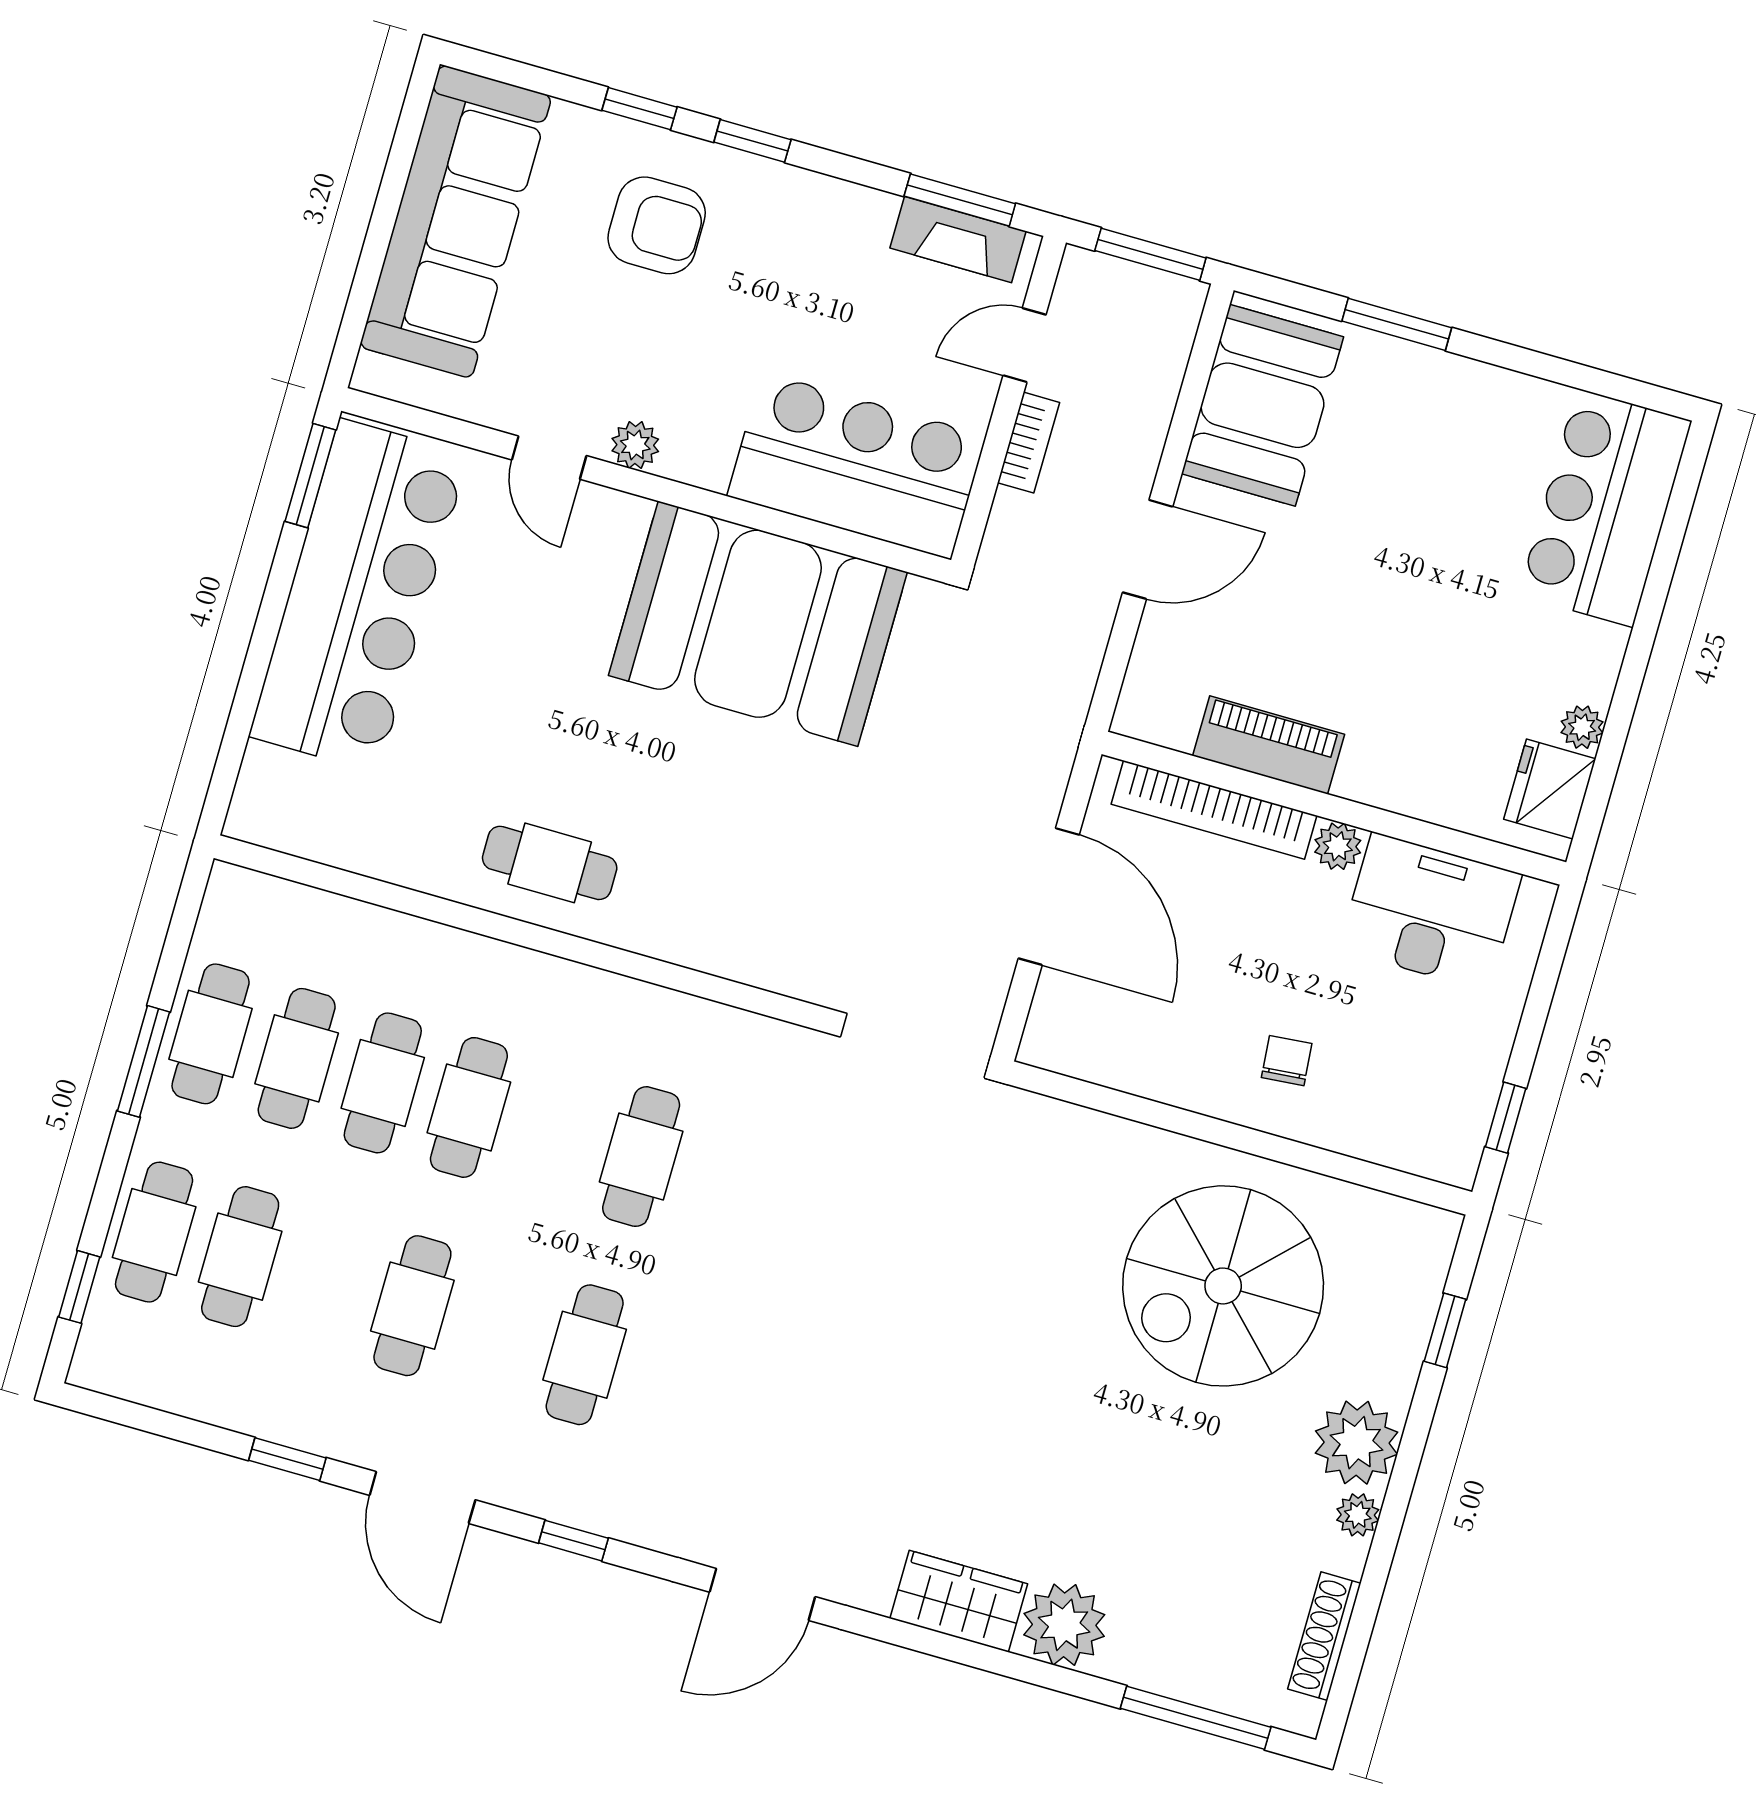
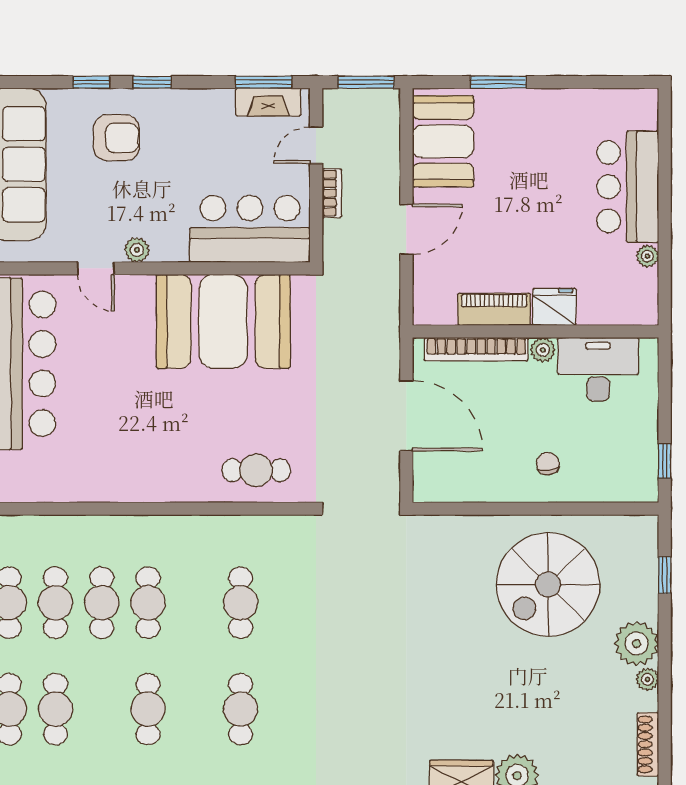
bar counter: (1605, 508) -> (628, 187), moved
fridge: (1550, 789) -> (554, 307), moved, turned 90
cafe table: (550, 863) -> (256, 470), moved

